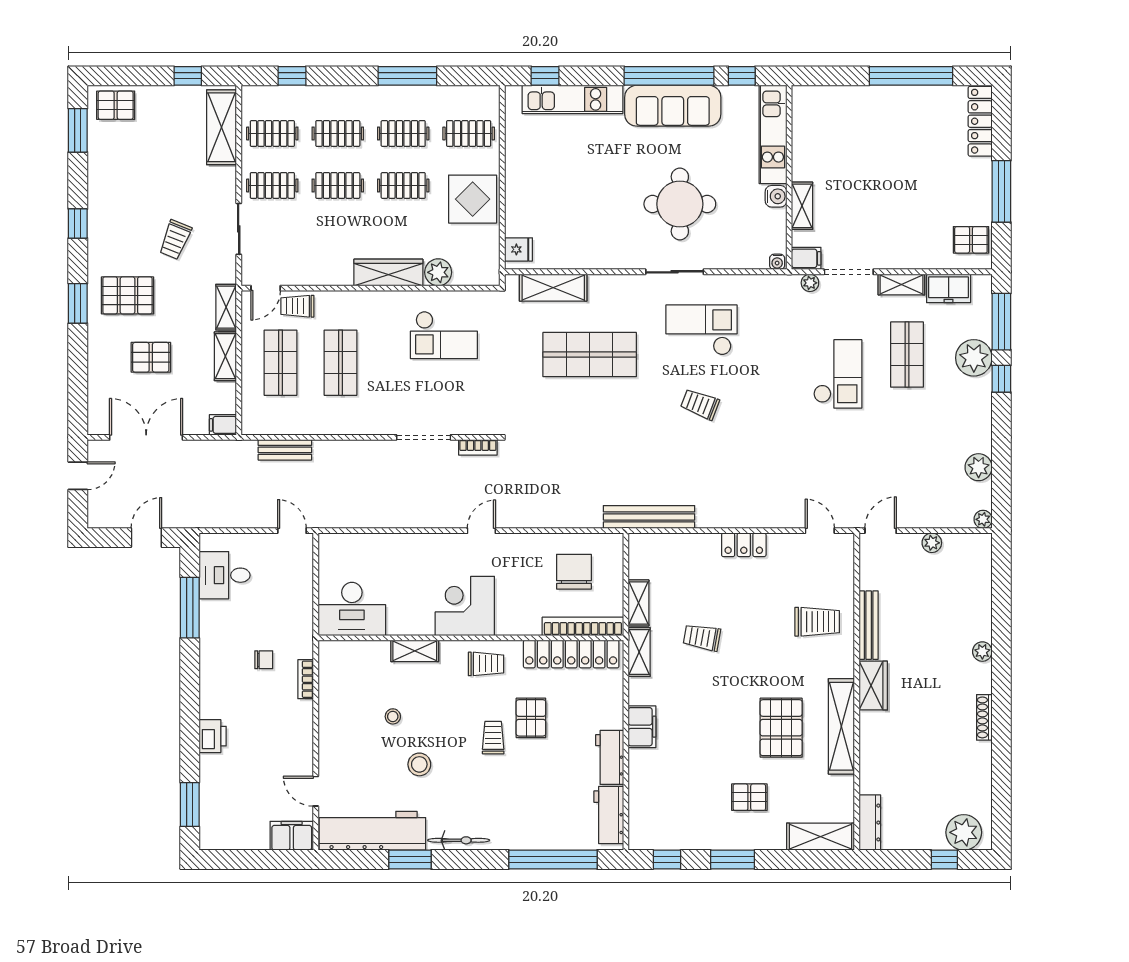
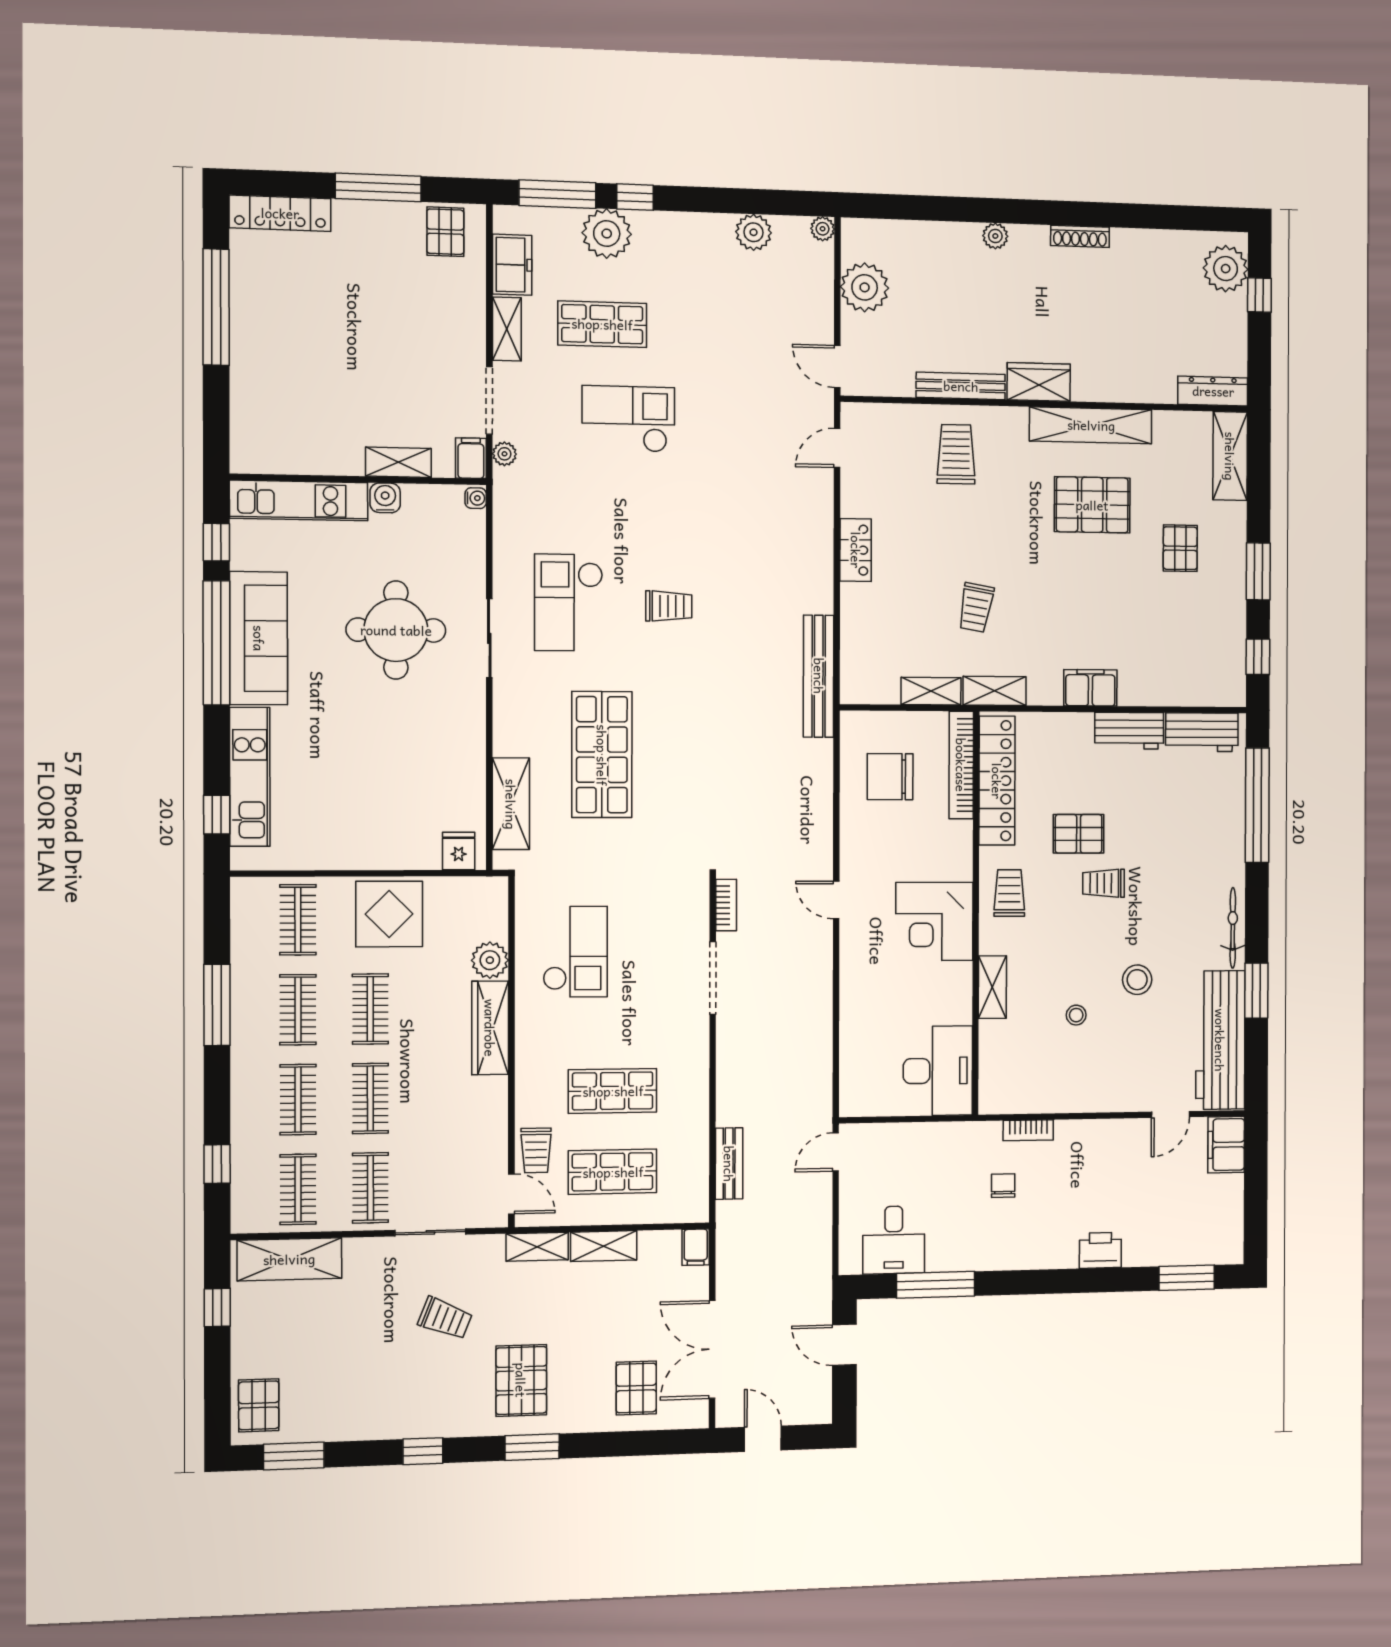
pallet: (151, 357) -> (636, 1388), moved
trolley: (700, 404) -> (669, 606), turned -111
plant: (932, 543) -> (865, 287), width x1.88, depth x1.88

